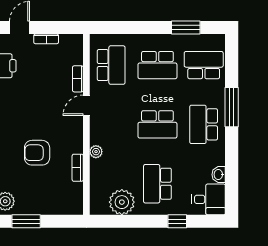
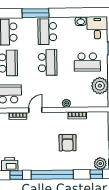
door: (86, 105) -> (35, 110), swing flipped
school desk: (204, 124) -> (47, 32), turned 90

